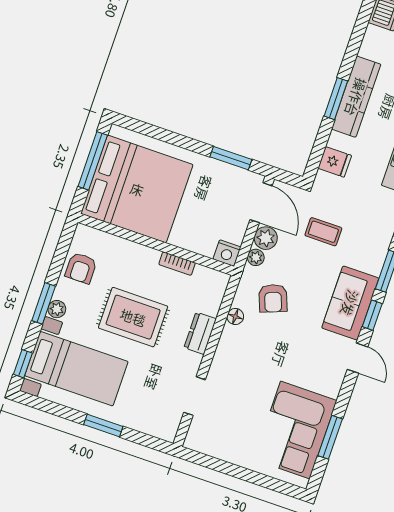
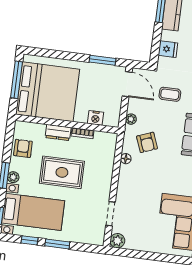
plant: (266, 238) -> (117, 241), moved
nightstand: (227, 253) -> (95, 118), moved
armchair: (81, 268) -> (23, 148), turned 180
dresser: (200, 333) -> (58, 133), moved, turned -90
window: (62, 411) -> (30, 240), added

